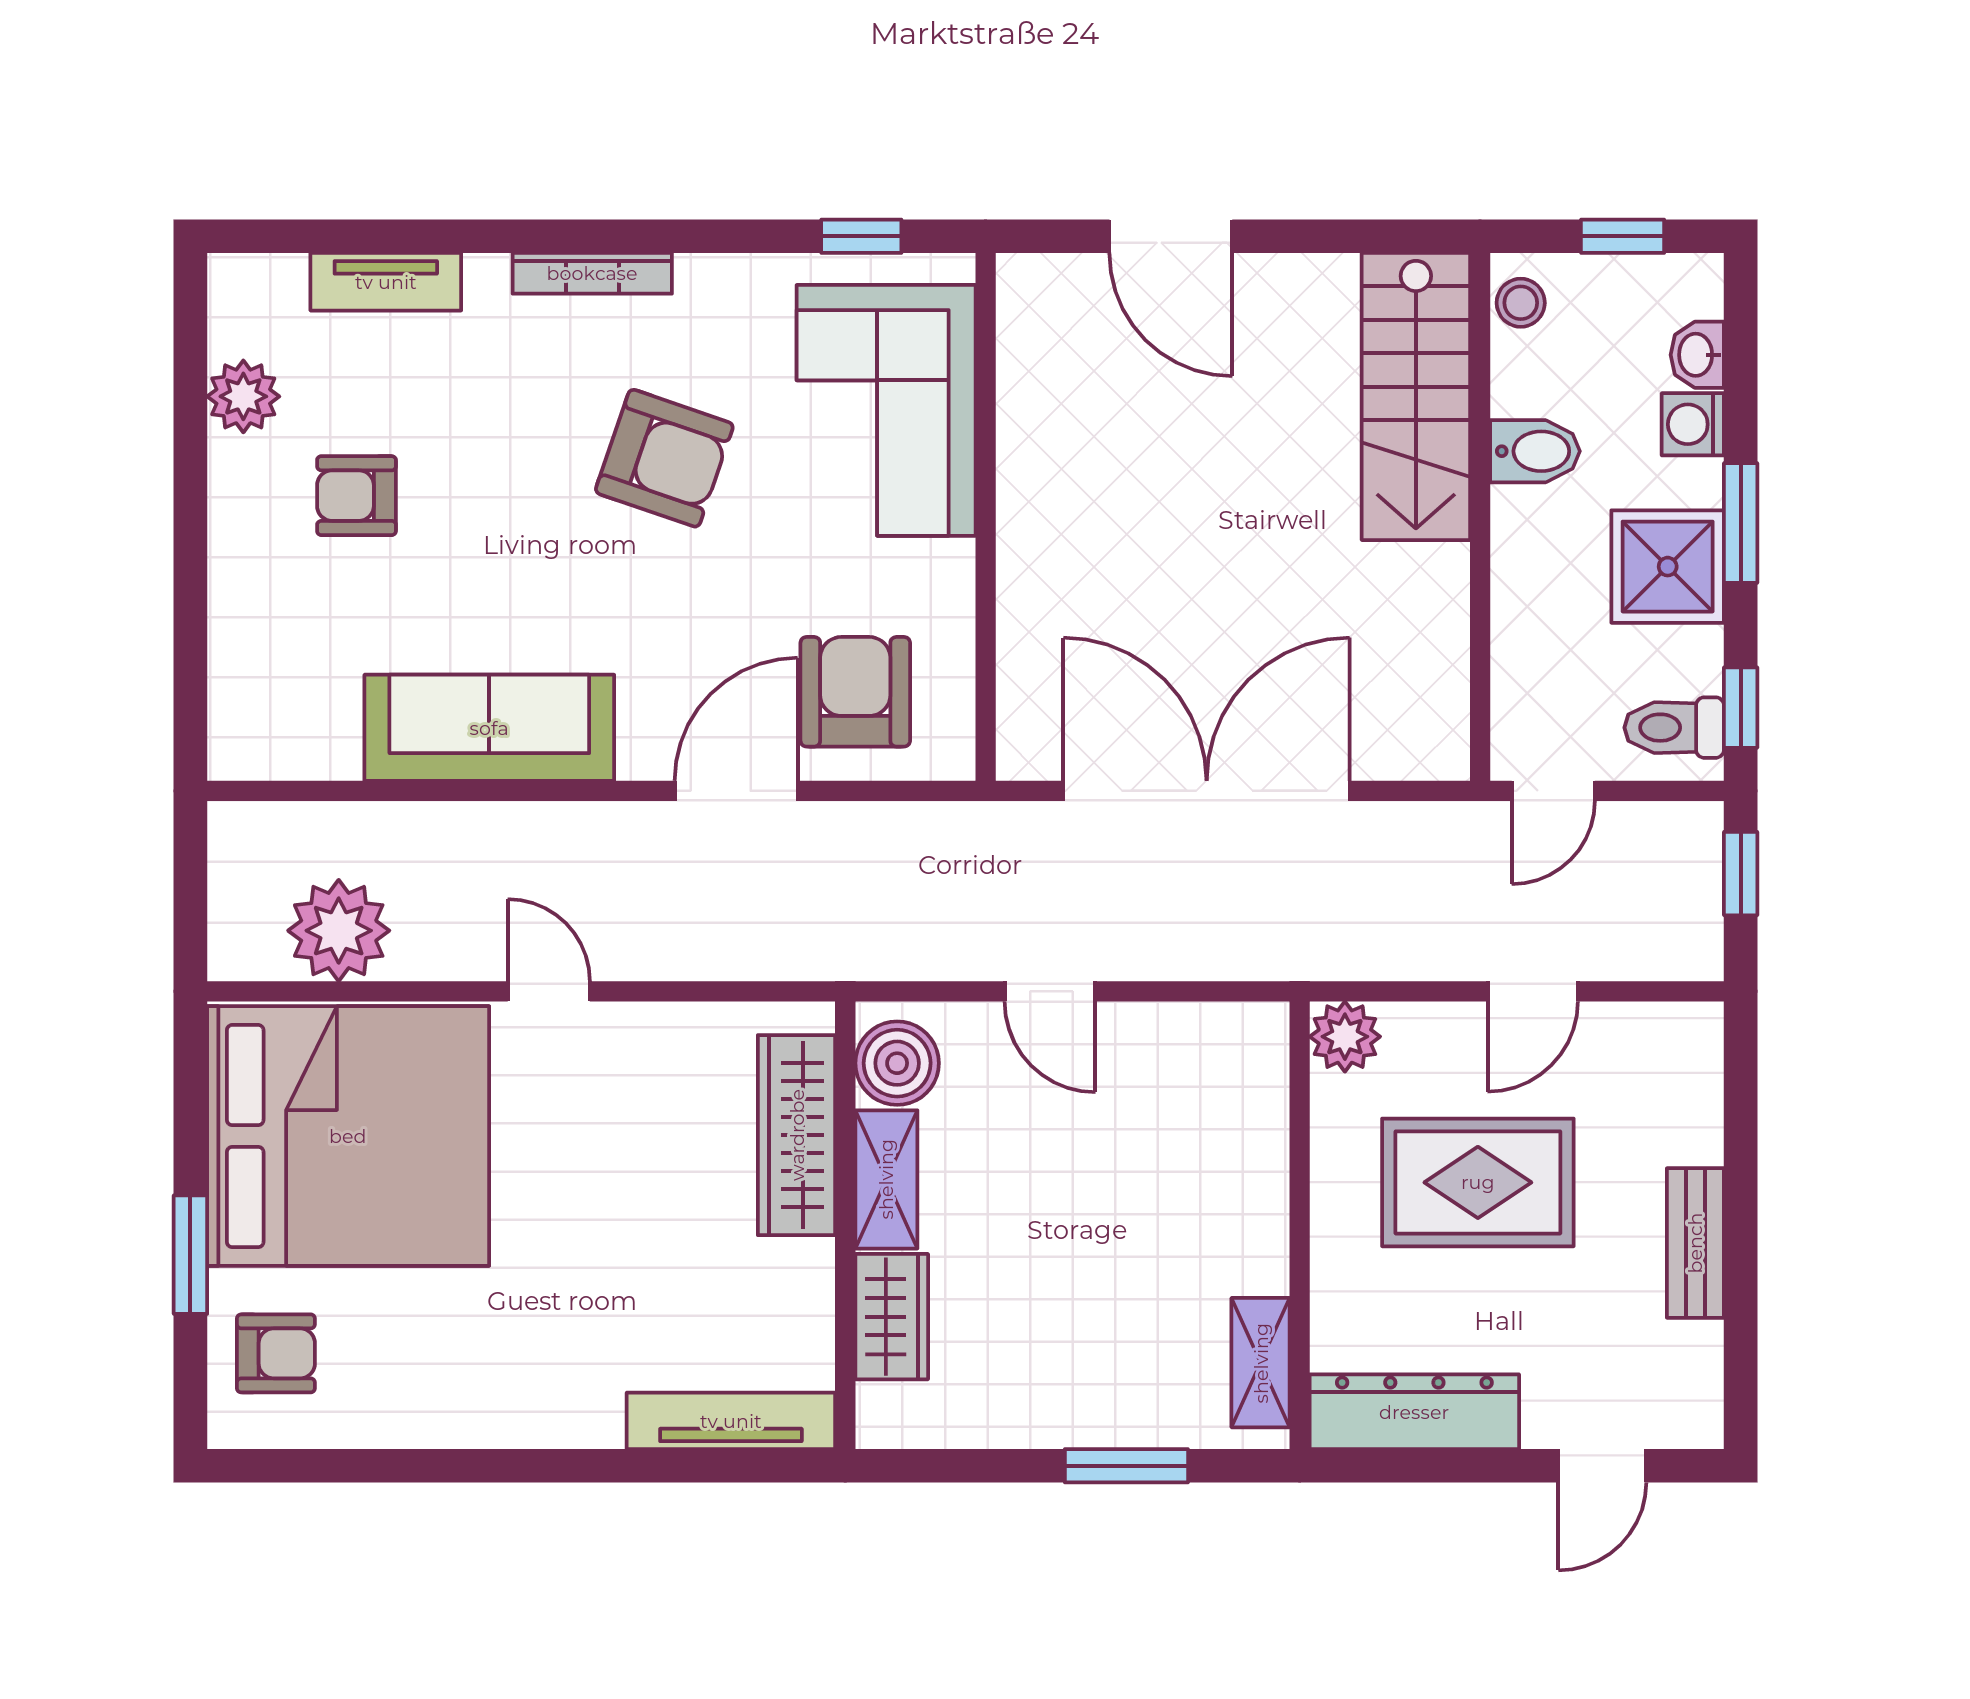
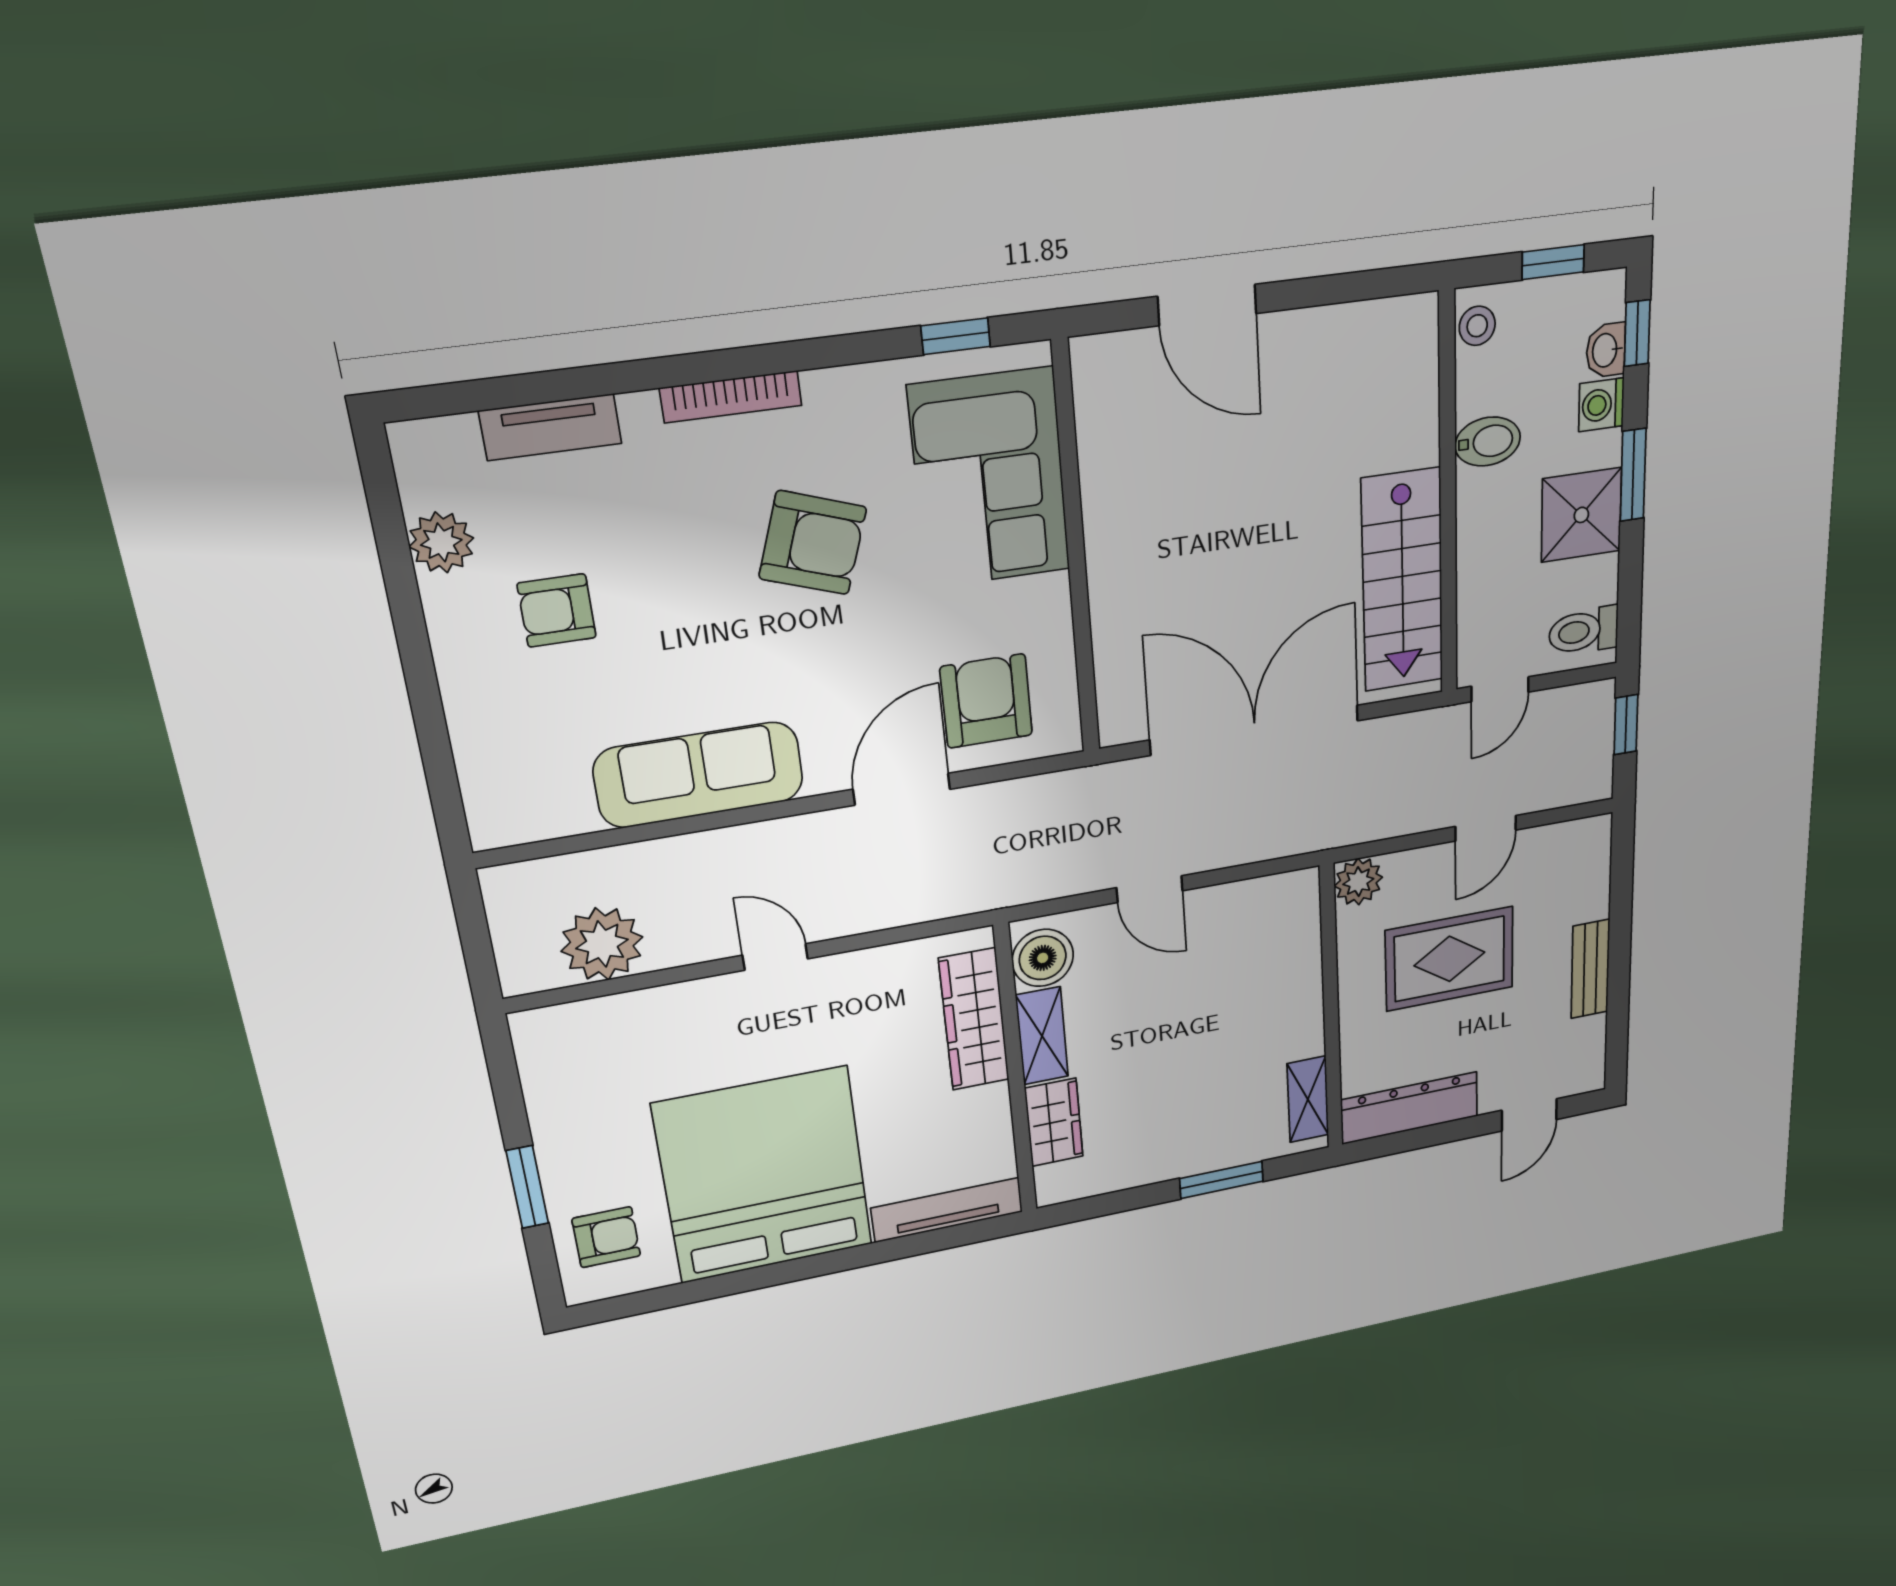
stairs: (1416, 397) -> (1402, 581), moved
window: (1741, 708) -> (1637, 333), moved
bed: (348, 1136) -> (764, 1175), moved, turned -90

